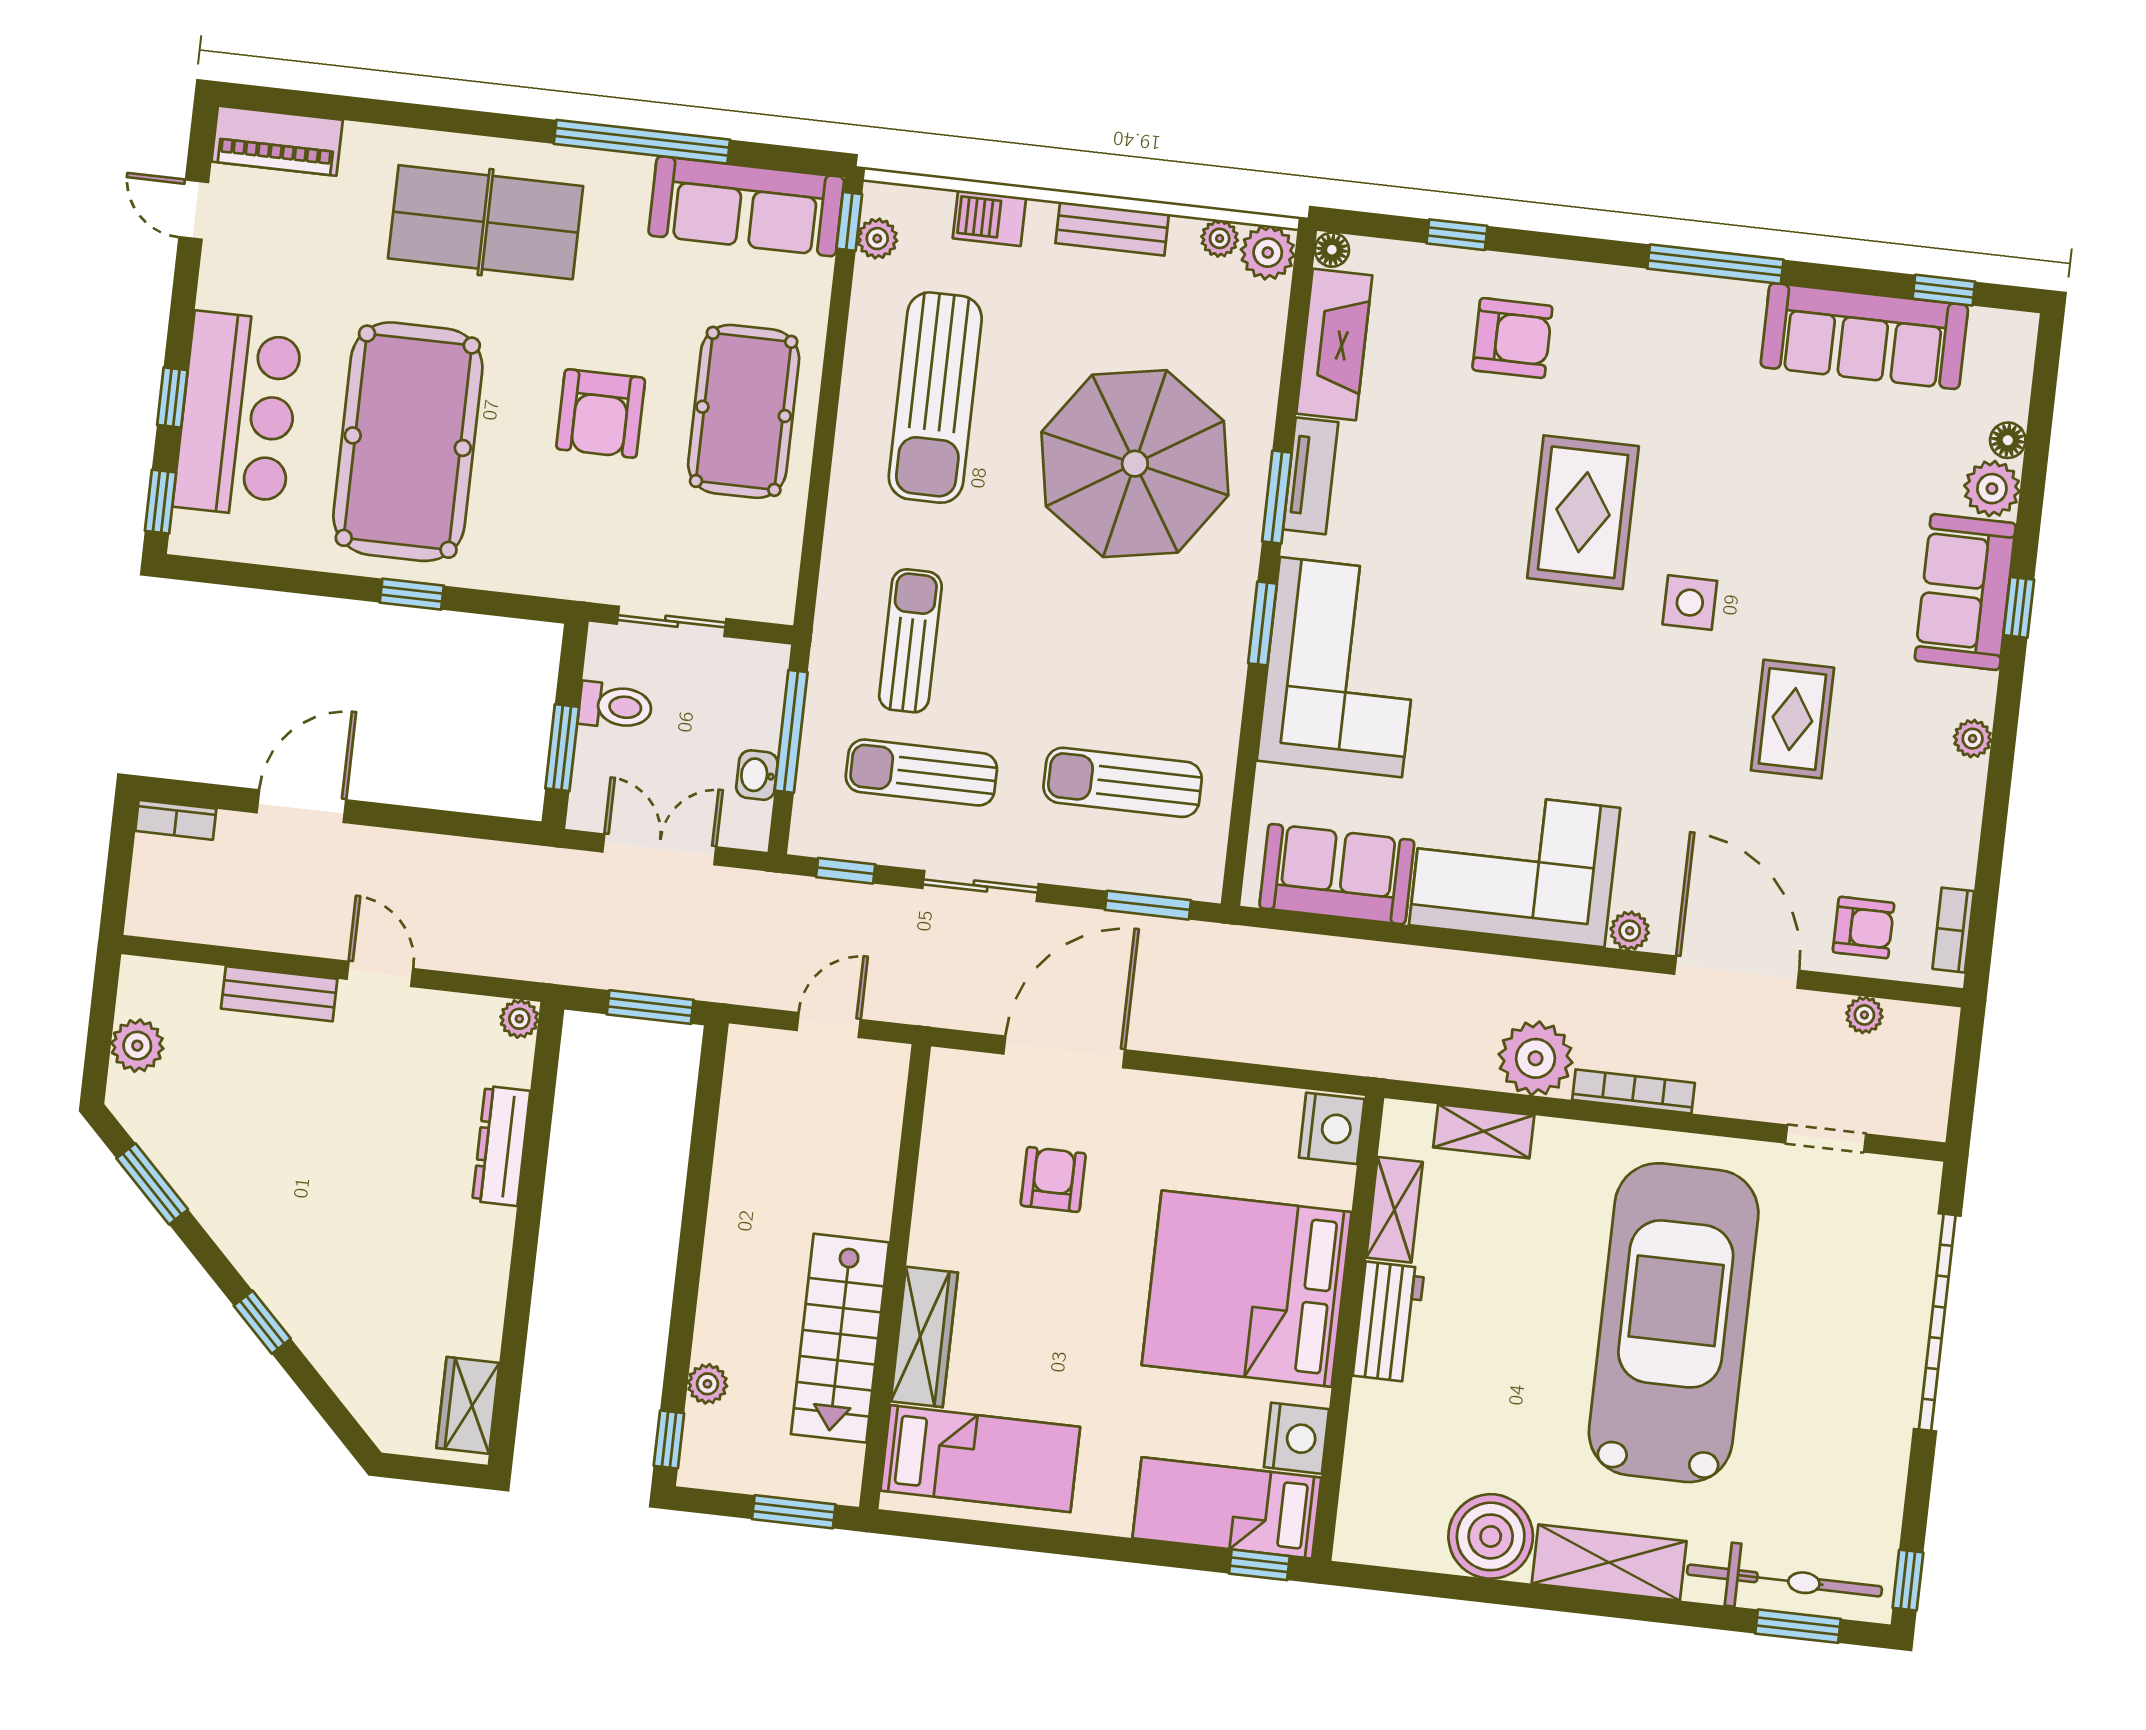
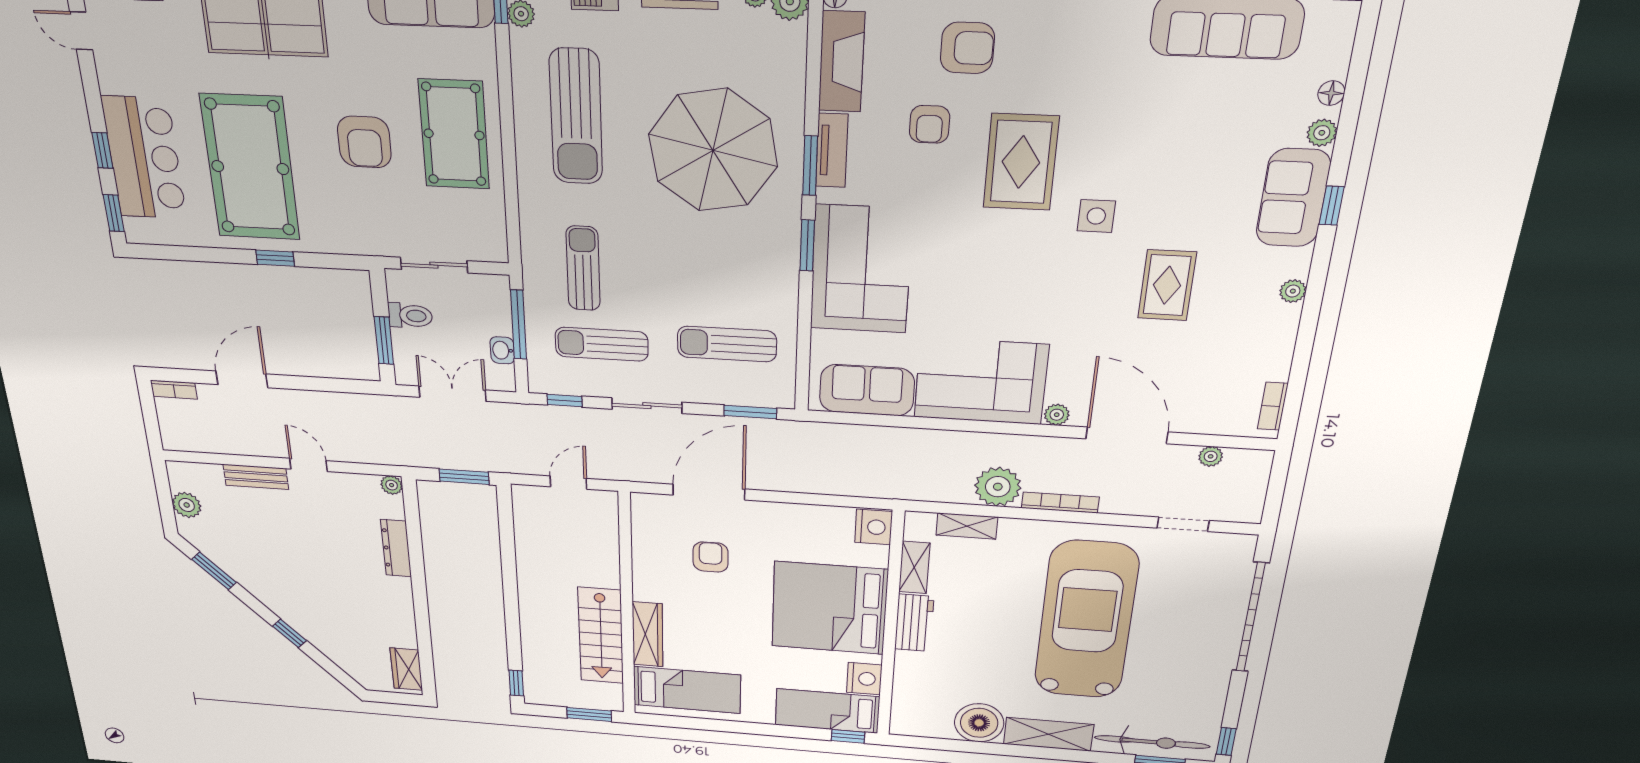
plant: (1992, 489) -> (1322, 133), width x0.73, depth x0.73
armchair: (1863, 928) -> (930, 124), moved, turned 90
plant: (707, 1384) -> (532, 658), removed

